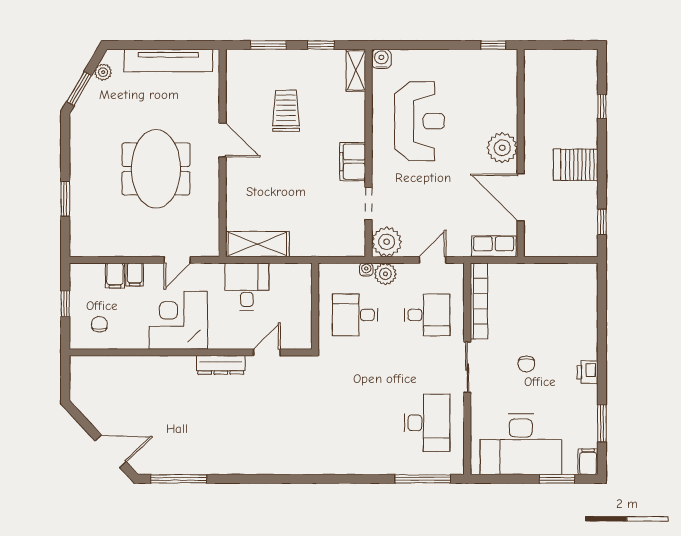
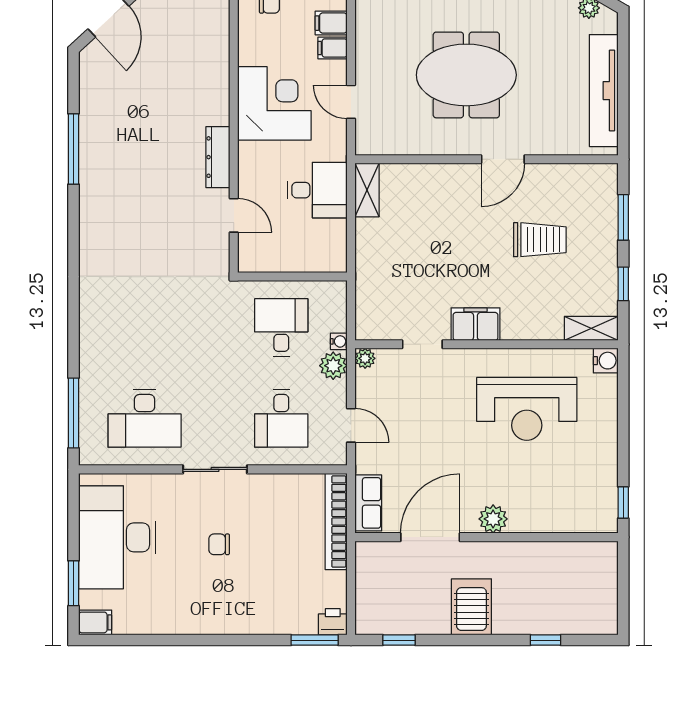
plant: (502, 148) -> (493, 519), width x0.73, depth x0.73
plant: (387, 242) -> (365, 358), width x0.53, depth x0.53
shelving: (257, 244) -> (367, 190), width x0.67, depth x0.75
bookcase: (479, 301) -> (336, 521), moved, turned 90
printer: (587, 372) -> (333, 622), moved
window: (602, 423) -> (315, 640), moved
window: (179, 479) -> (74, 149), moved

